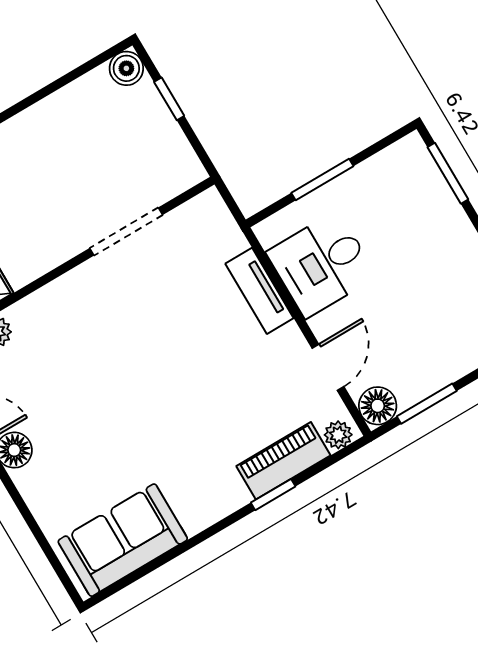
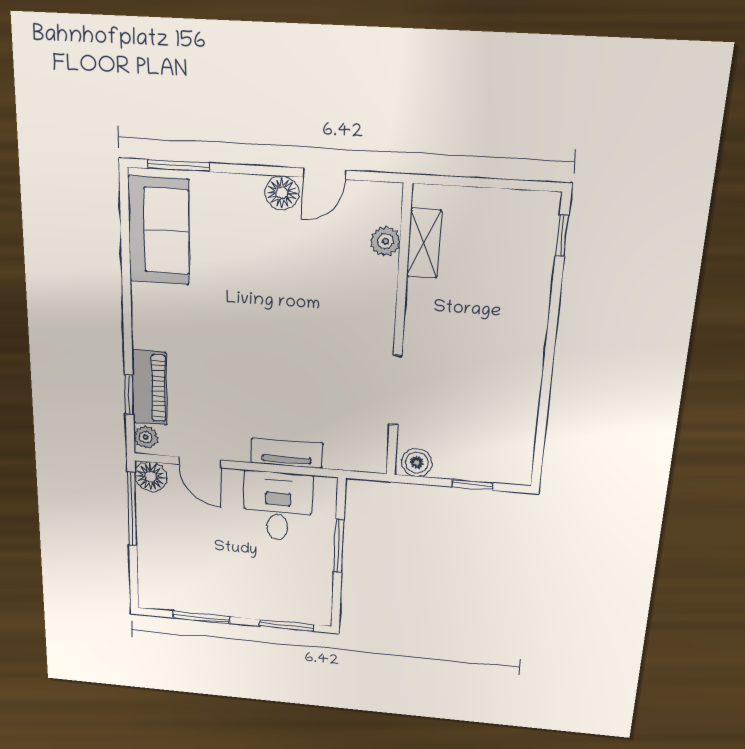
boiler: (126, 68) -> (417, 463), moved
window: (427, 404) -> (132, 509), width x1.44
window: (273, 495) -> (129, 395), moved
window: (52, 557) -> (178, 166), added

